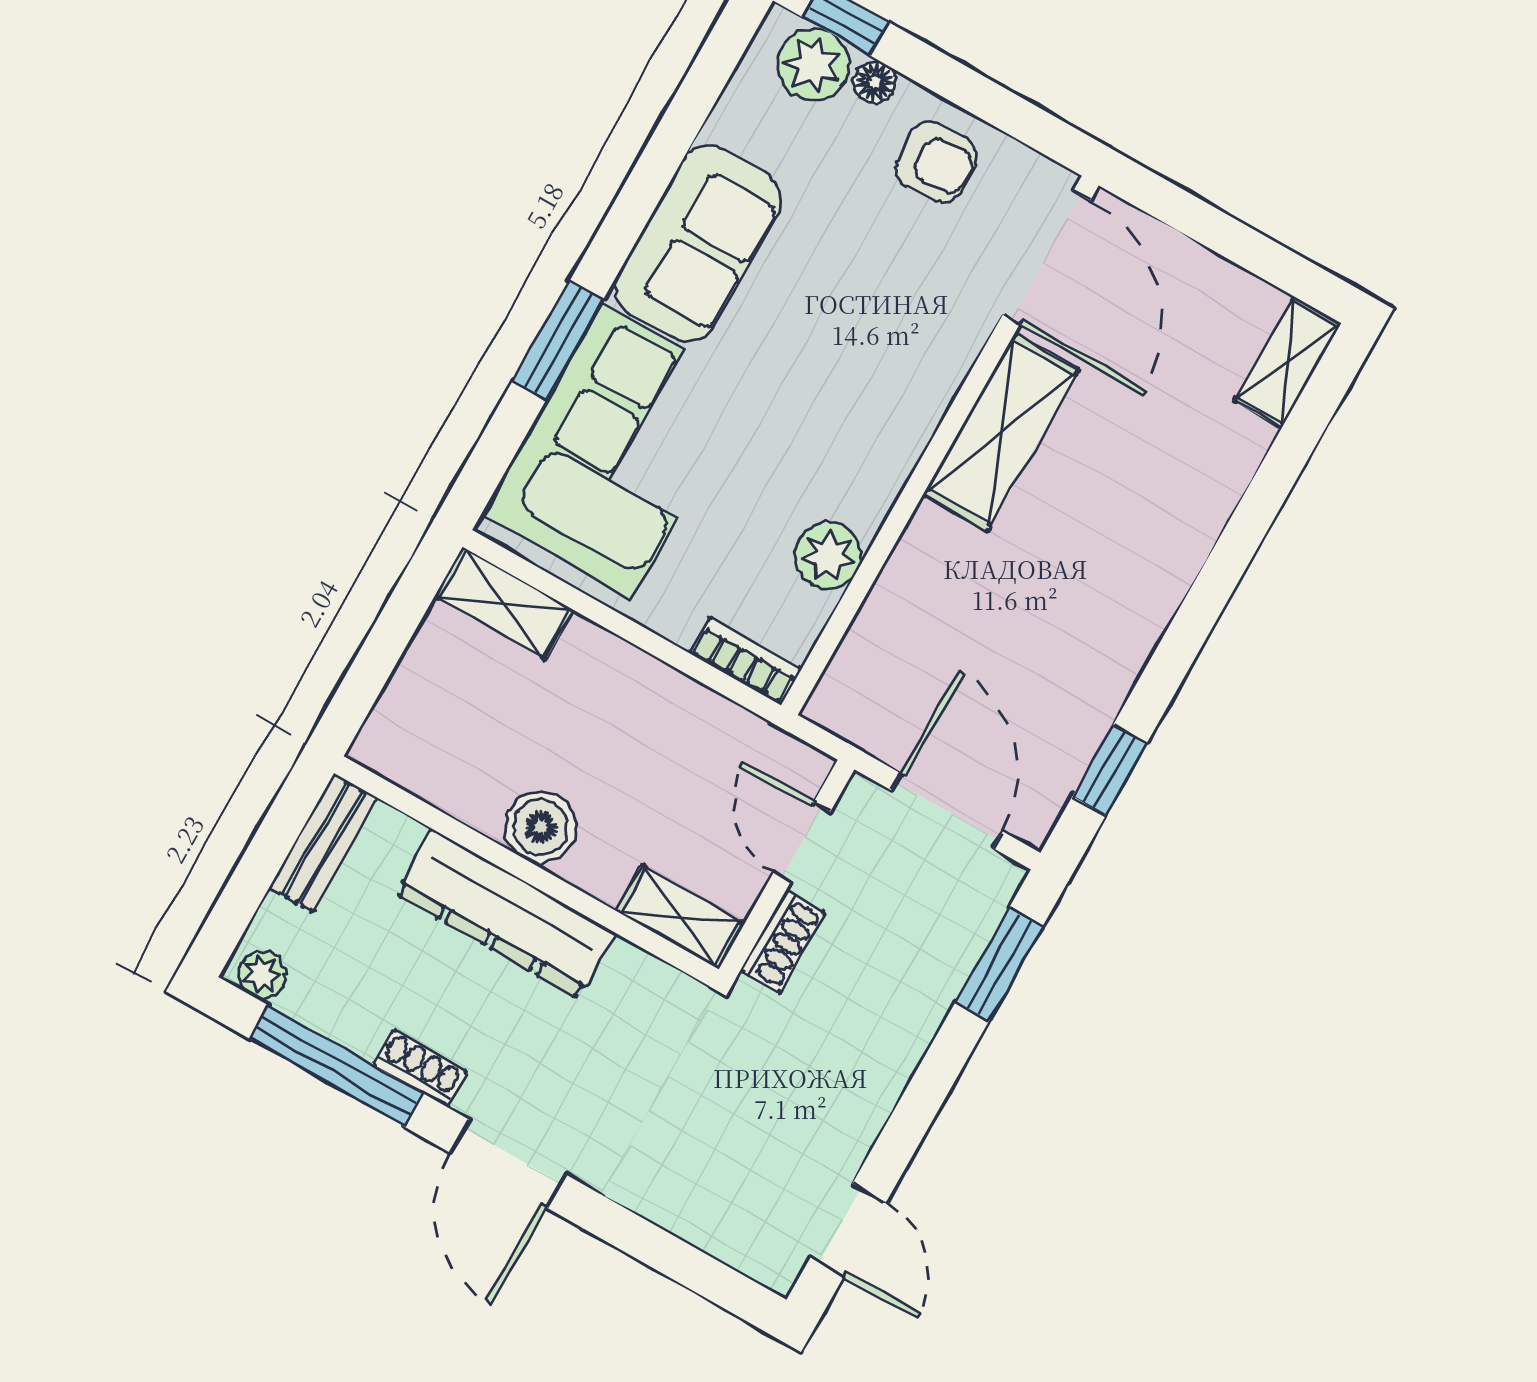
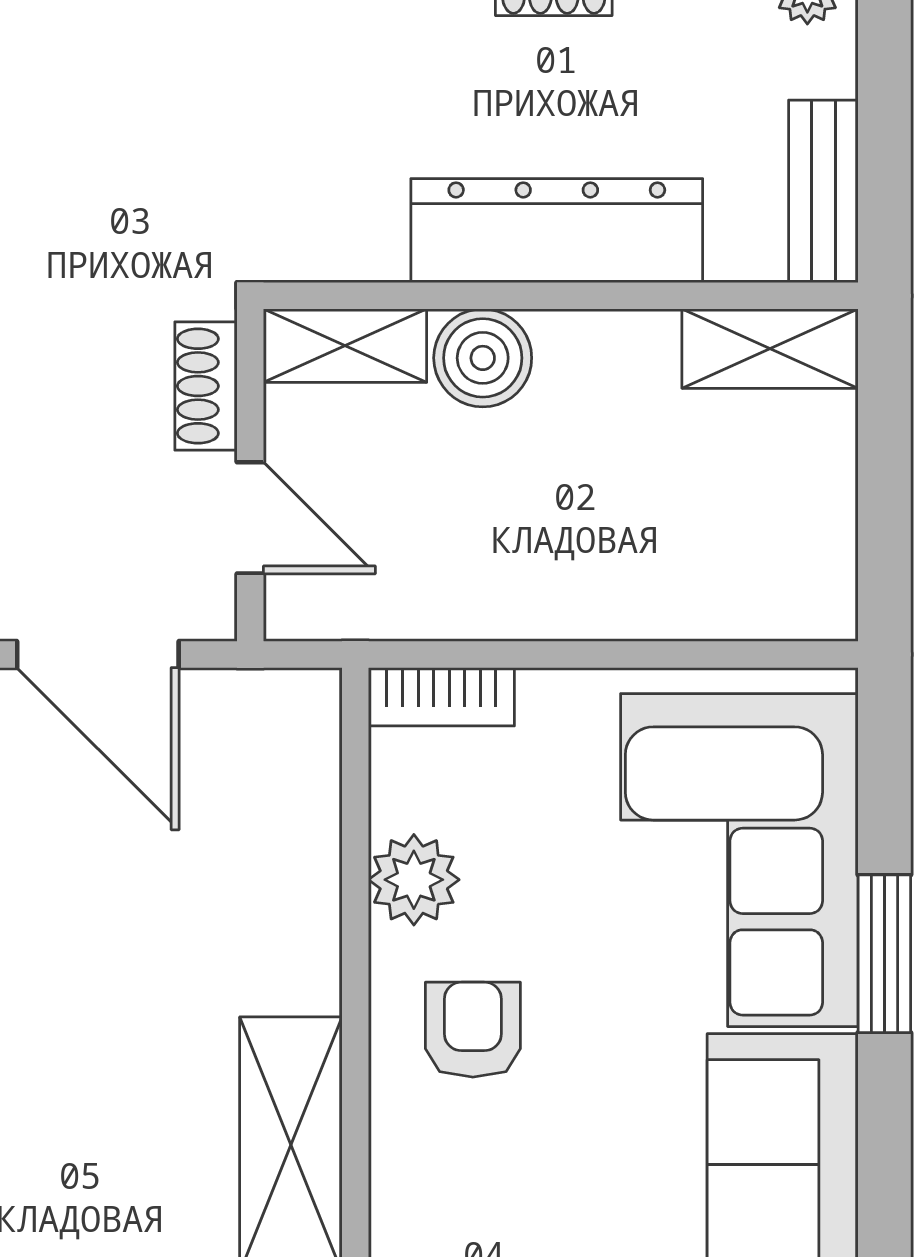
armchair: (845, 440) -> (473, 1030), added
shelving: (504, 603) -> (770, 349), moved
boiler: (540, 827) -> (483, 358), moved

